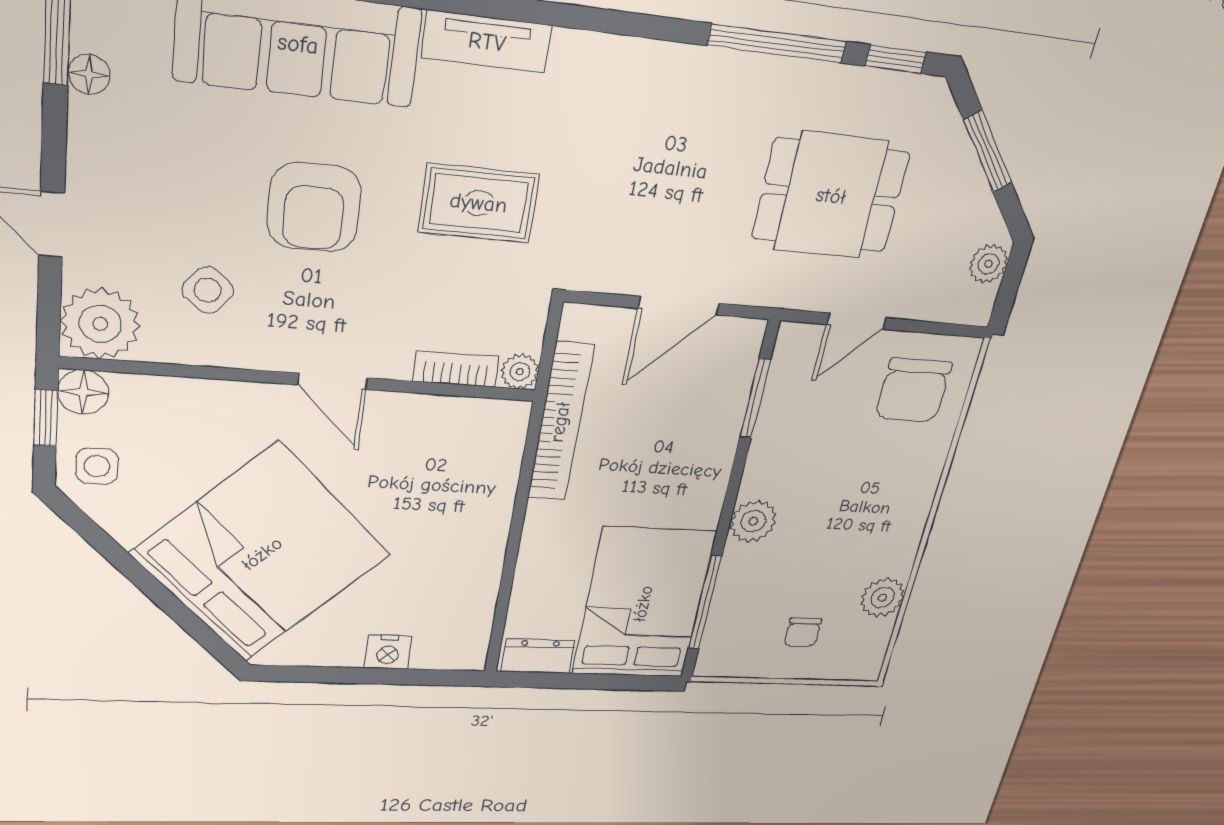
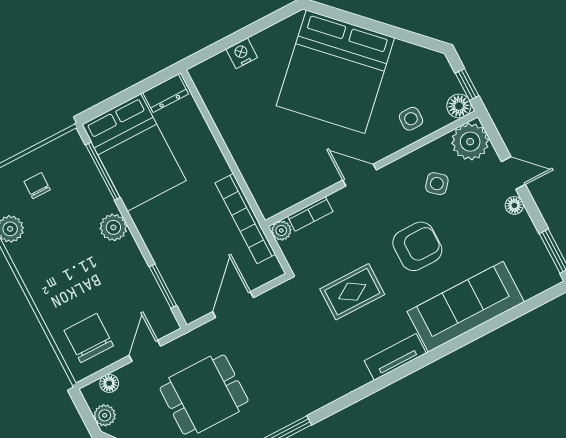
floor lamp: (89, 74) -> (514, 205), moved
armchair: (314, 207) -> (417, 246), turned 90
floor lamp: (943, 307) -> (109, 383), added
side table: (97, 466) -> (411, 119), moved

